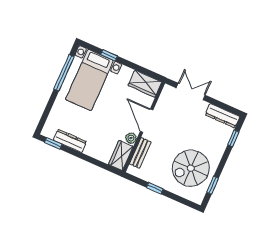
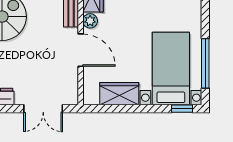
window: (109, 55) -> (182, 109), moved
wardrobe: (145, 84) -> (119, 94), moved

